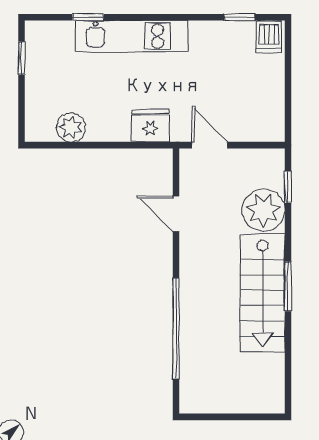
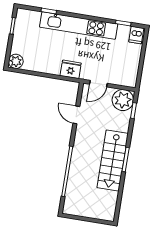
kitchen unit: (132, 36) -> (79, 26), width x1.36
plant: (71, 127) -> (16, 61), moved
door: (210, 145) -> (98, 84), swing flipped
plant: (263, 210) -> (123, 100), moved

